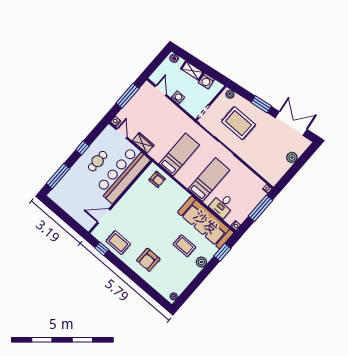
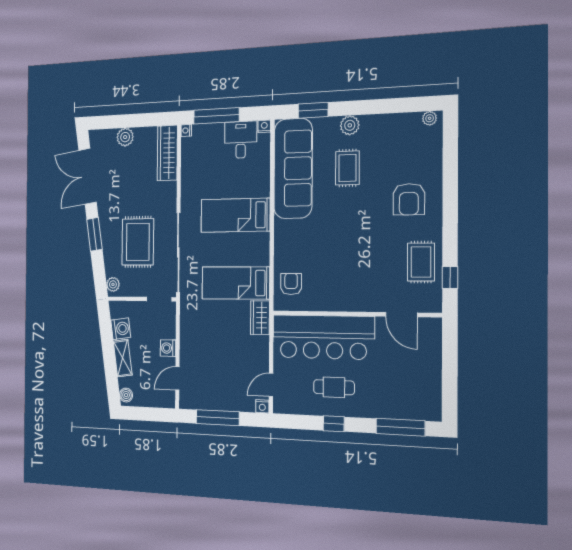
wardrobe: (143, 143) -> (260, 318), moved
wardrobe: (266, 172) -> (167, 153), added
desk: (222, 205) -> (241, 140), moved, turned -90
armchair: (148, 260) -> (409, 199), turned 90

